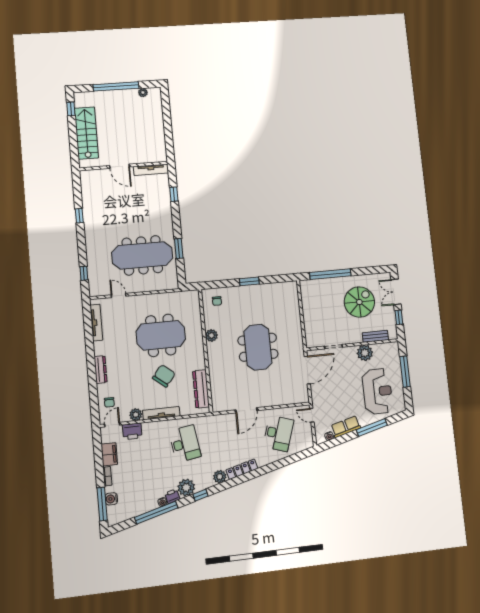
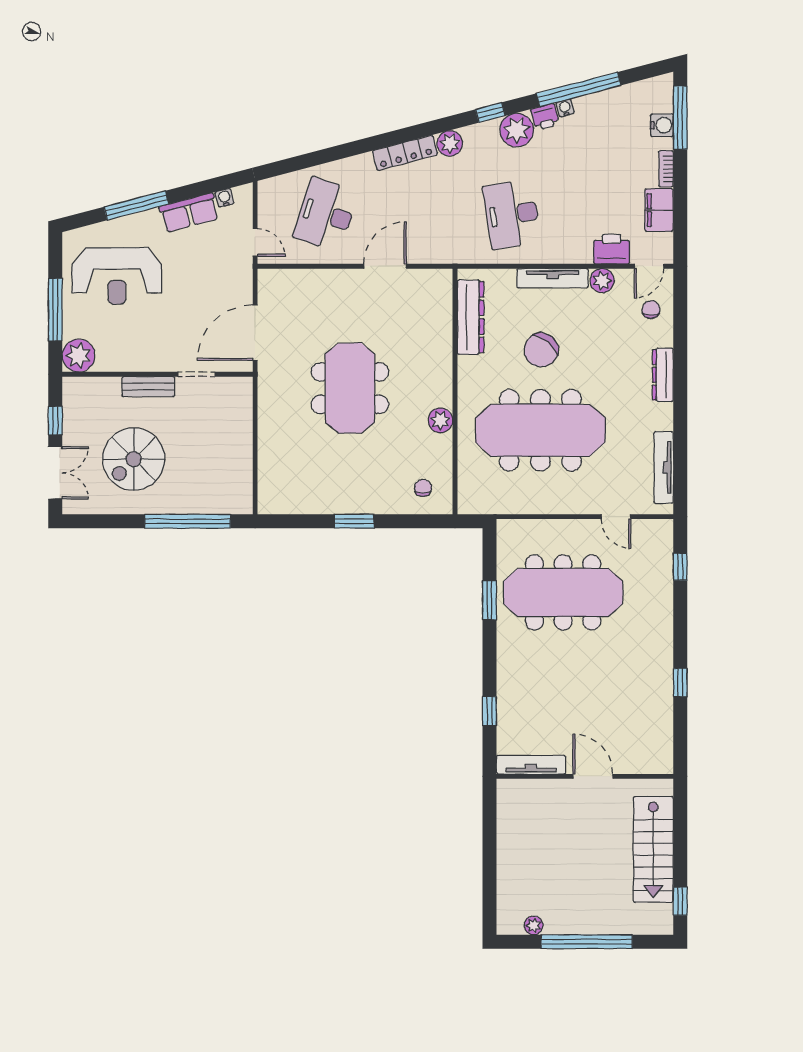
meeting table: (161, 335) -> (540, 430), width x1.36
bench: (375, 336) -> (148, 387), moved
plant: (365, 353) -> (79, 356), moved
reception desk: (377, 391) -> (117, 276), turned -90

